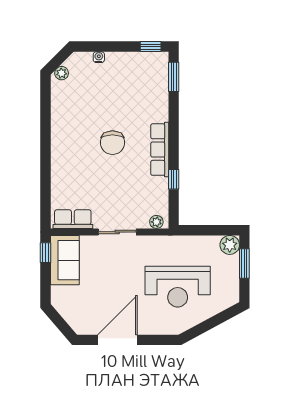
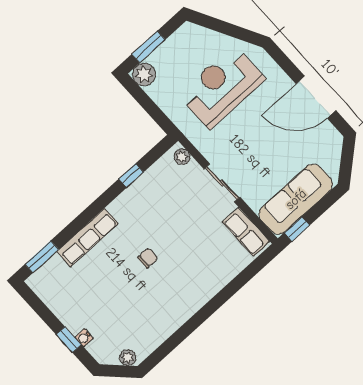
window: (151, 47) -> (69, 340), moved
chair: (112, 143) -> (148, 258), width x0.54, depth x0.54
row of seats: (160, 150) -> (88, 237), moved
sofa: (65, 260) -> (296, 199), width x1.36
reception desk: (178, 287) -> (222, 87), turned -90

